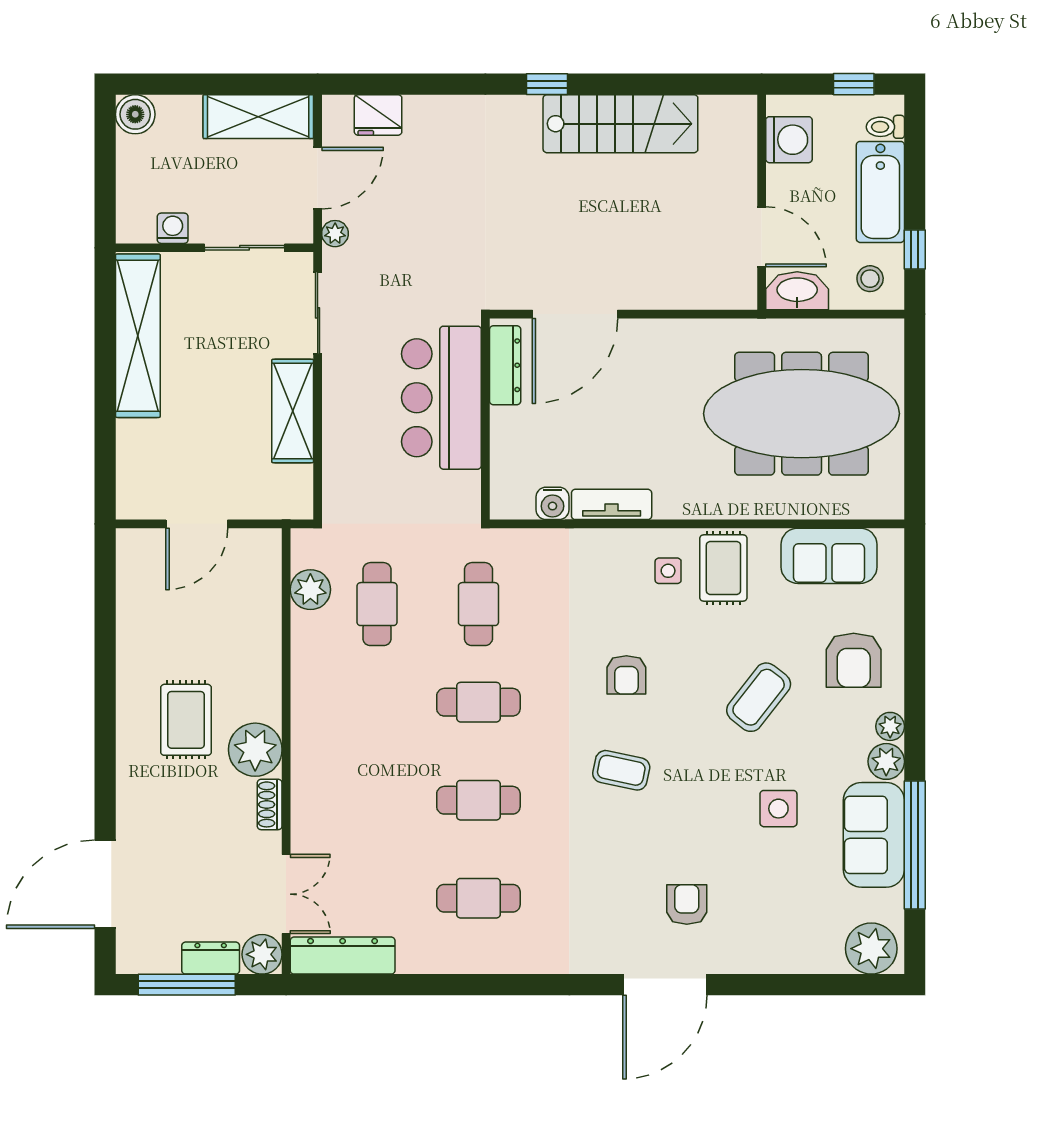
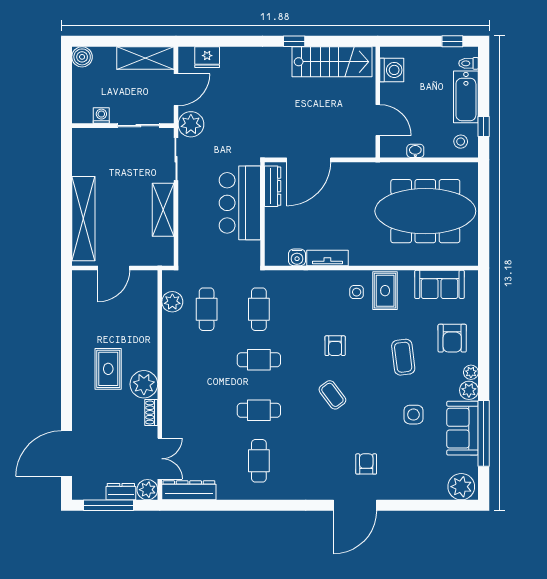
washing machine: (789, 140) -> (392, 70), moved
wall: (762, 202) -> (378, 102), moved
plant: (335, 234) -> (191, 124), width x1.87, depth x1.87
door: (762, 237) -> (378, 120), moved
washbasin: (797, 291) -> (415, 151), width x0.52, depth x0.69
shelving: (138, 336) -> (83, 219), moved
coffee table: (759, 697) -> (403, 357), turned -45
coffee table: (621, 770) -> (332, 395), turned 41
cafe table: (478, 898) -> (259, 461), turned 90

